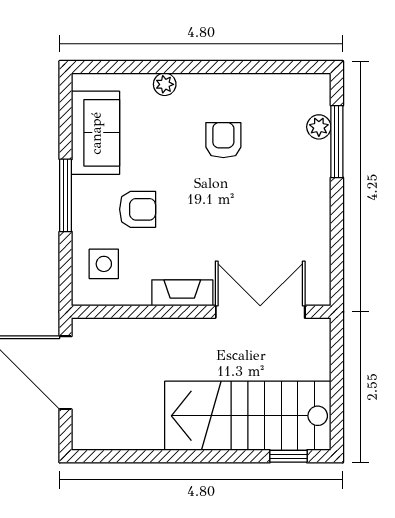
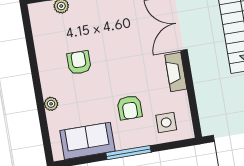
armchair: (223, 140) -> (79, 63), turned 90
armchair: (138, 209) -> (130, 108), turned 180

